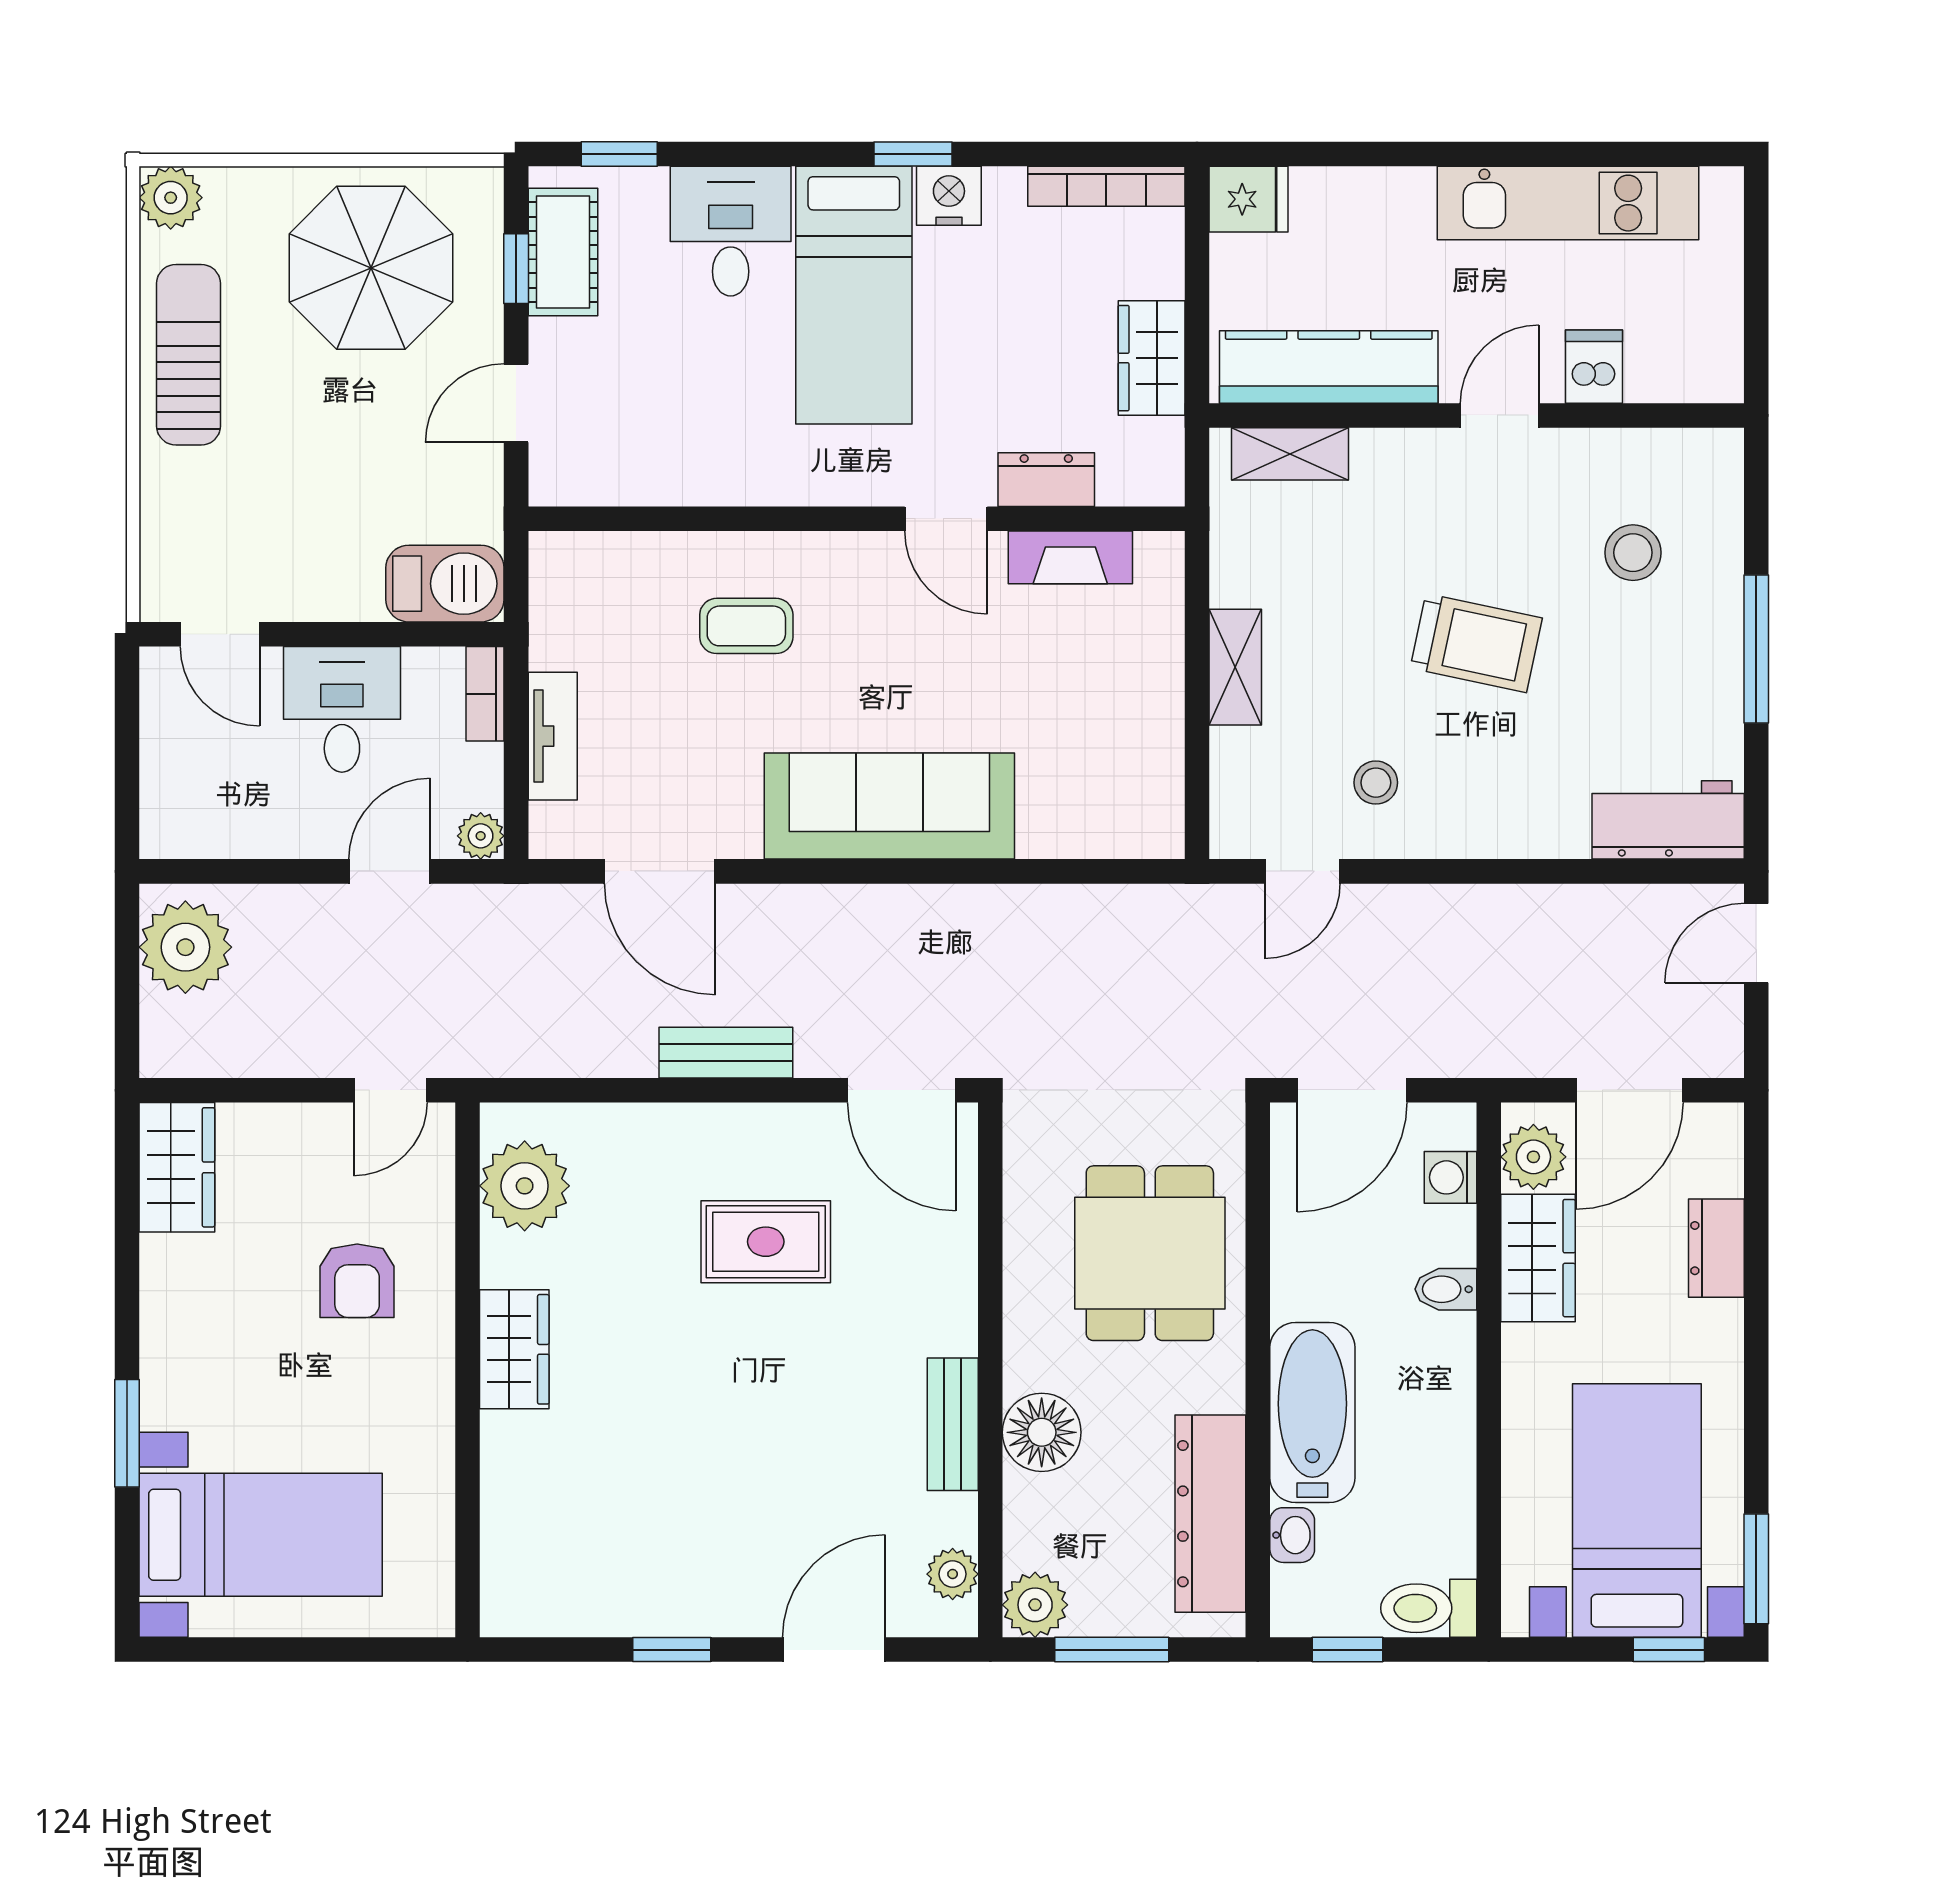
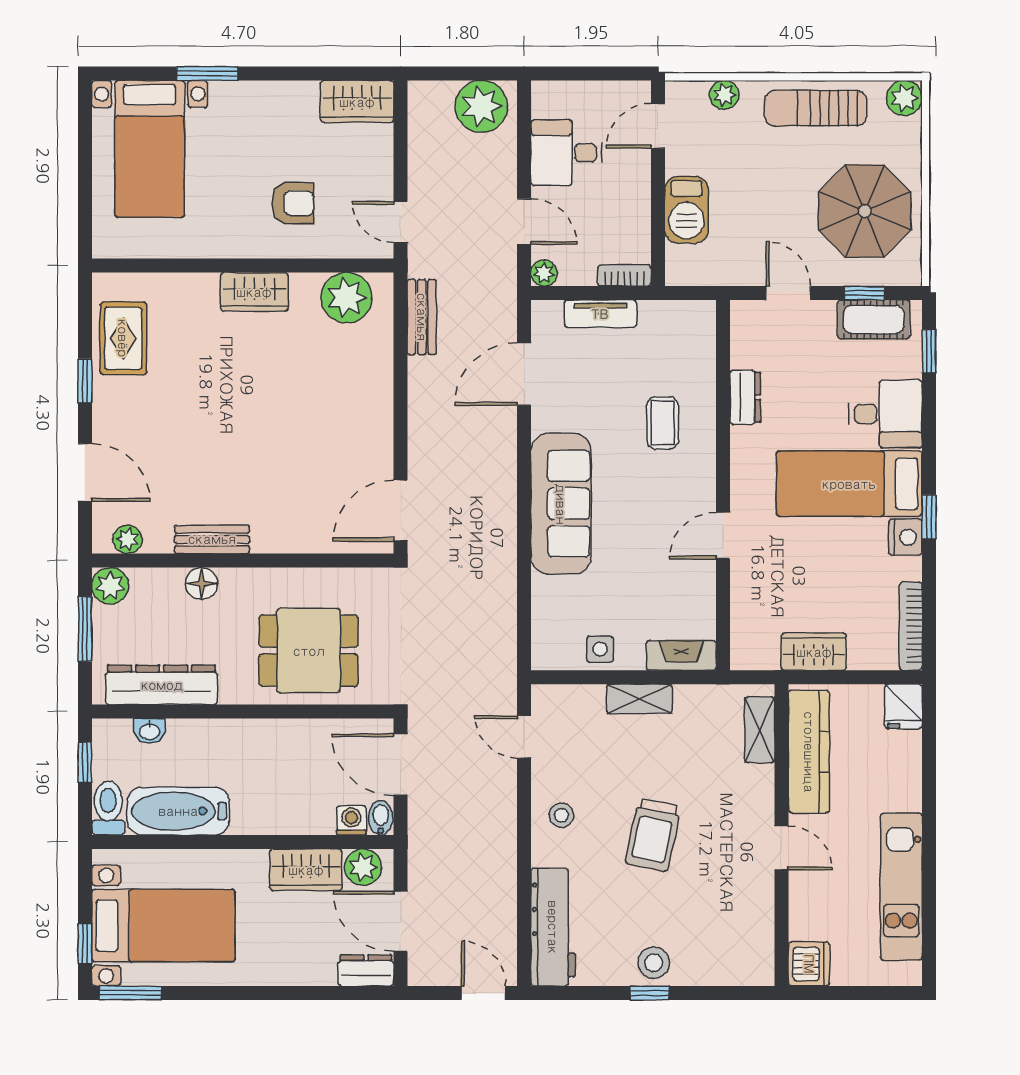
sun lounger: (189, 355) -> (816, 108), turned 180
dishwasher: (1594, 367) -> (809, 964), moved, width x1.38
dresser: (1046, 480) -> (745, 397), moved
plant: (165, 517) -> (724, 95), added
stool: (1633, 553) -> (654, 963), moved
fireplace: (1070, 557) -> (681, 655), moved, turned 90
barbecue: (445, 584) -> (687, 210), moved
window: (1756, 649) -> (650, 993), width x0.46
desk: (342, 709) -> (566, 153), moved, turned 180
side table: (1147, 737) -> (600, 649), added
stool: (1376, 783) -> (561, 815), moved
workbench: (1668, 820) -> (553, 927), width x1.38
bench: (726, 1053) -> (422, 317), moved
rug: (766, 1242) -> (123, 338), moved
dresser: (1716, 1248) -> (366, 970), moved
armchair: (357, 1281) -> (293, 203), turned 180
bidet: (1446, 1289) -> (381, 818), moved
bathtub: (1312, 1413) -> (178, 811), moved, turned 180
floor lamp: (1042, 1432) -> (201, 584), width x0.73, depth x0.73

